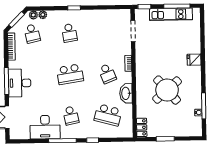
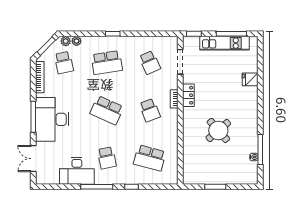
school desk: (107, 32) -> (150, 63), added
school desk: (69, 33) -> (107, 63), width x1.85
fridge: (194, 60) -> (250, 79), moved
school desk: (70, 74) -> (107, 110), turned 33
desk: (20, 83) -> (52, 119), width x1.36, depth x1.30
round table: (167, 90) -> (218, 130), width x0.73, depth x0.73
washbasin: (126, 93) -> (171, 133), removed
locker: (142, 127) -> (188, 95), moved

